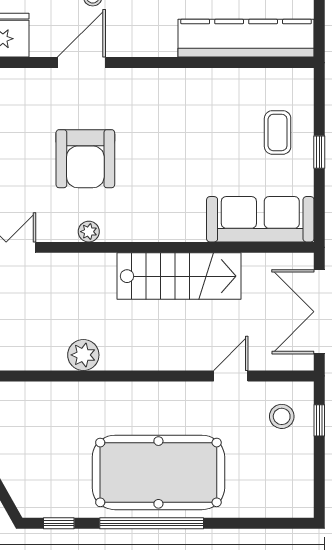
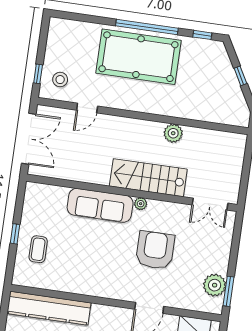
sofa: (260, 219) -> (100, 205), moved
plant: (89, 232) -> (141, 204), moved
stairs: (179, 276) -> (148, 178), moved

